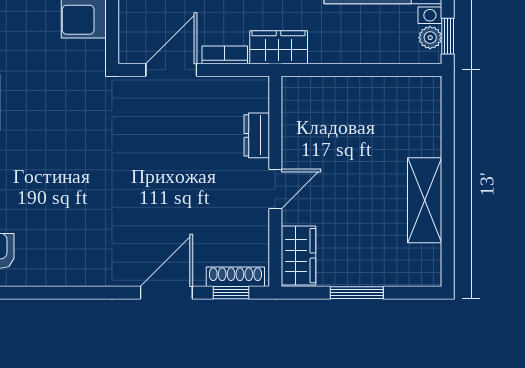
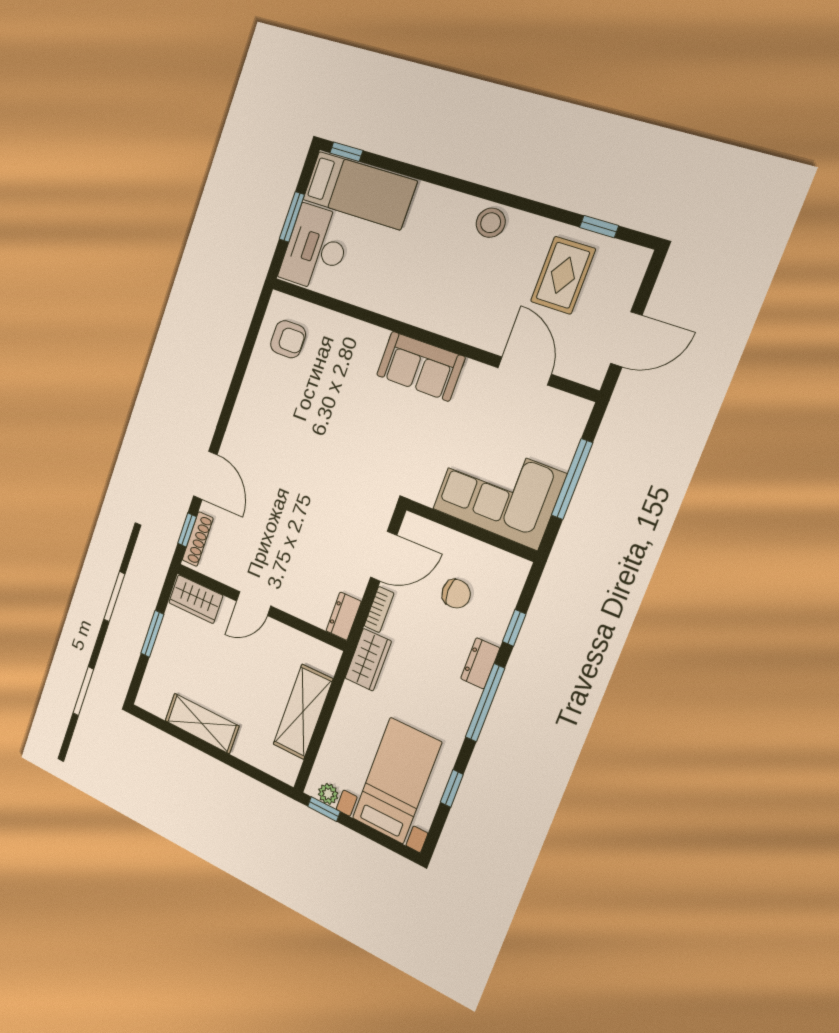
door: (171, 70) -> (384, 556), hinge flipped
shelving: (361, 95) -> (303, 712), added
dresser: (257, 135) -> (344, 616), moved, turned -90
door: (275, 189) -> (254, 604), hinge flipped

